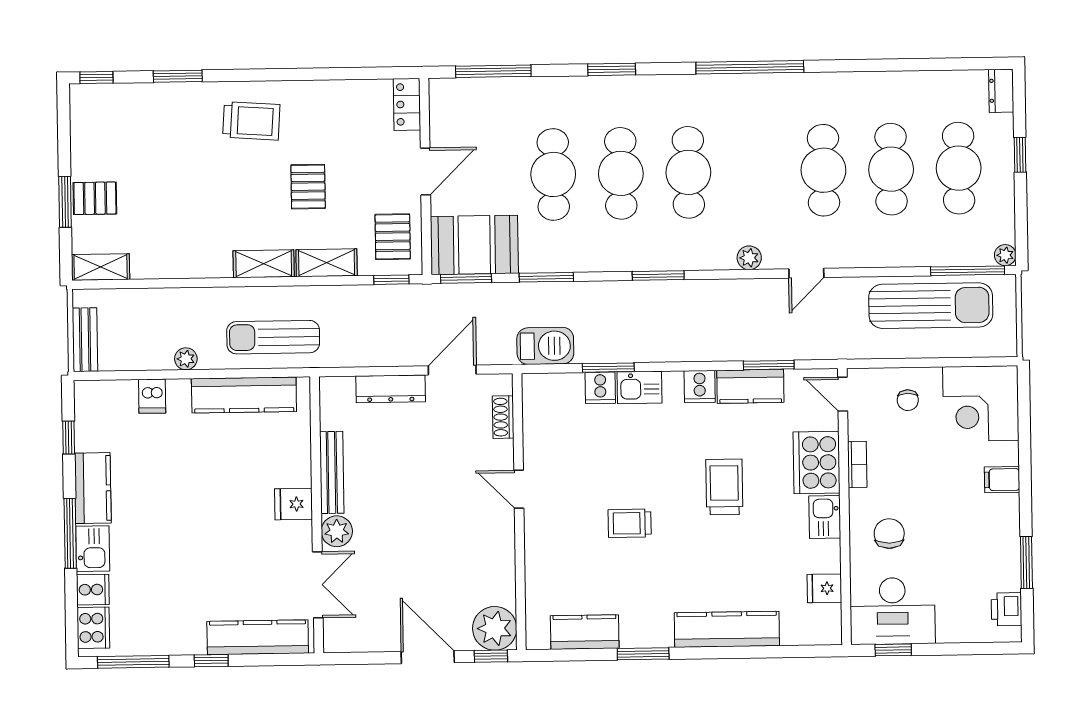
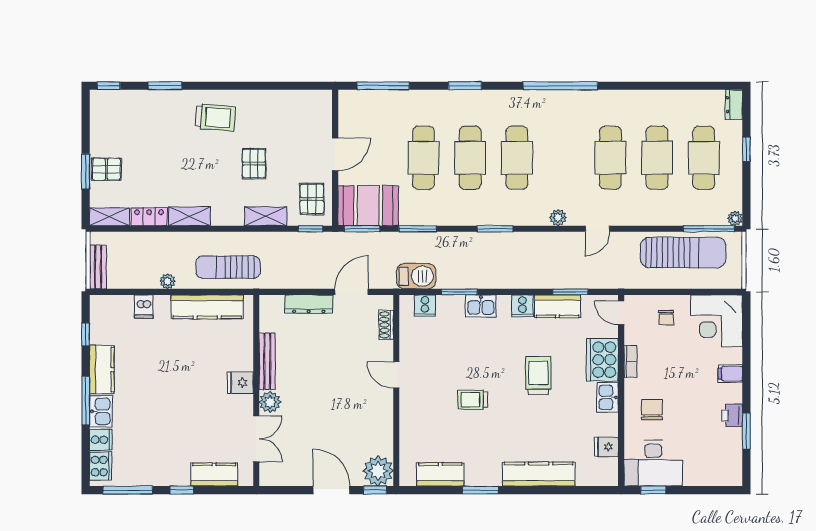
locker: (407, 104) -> (149, 217), moved, turned 90
shelving: (264, 264) -> (190, 216), moved
cooker: (600, 388) -> (425, 306), moved
printer: (1006, 609) -> (732, 416), moved
kitchen counter: (258, 637) -> (214, 474), width x0.67

